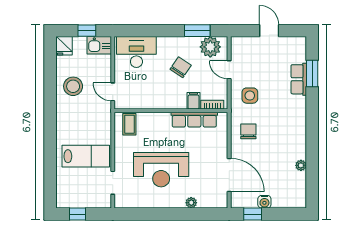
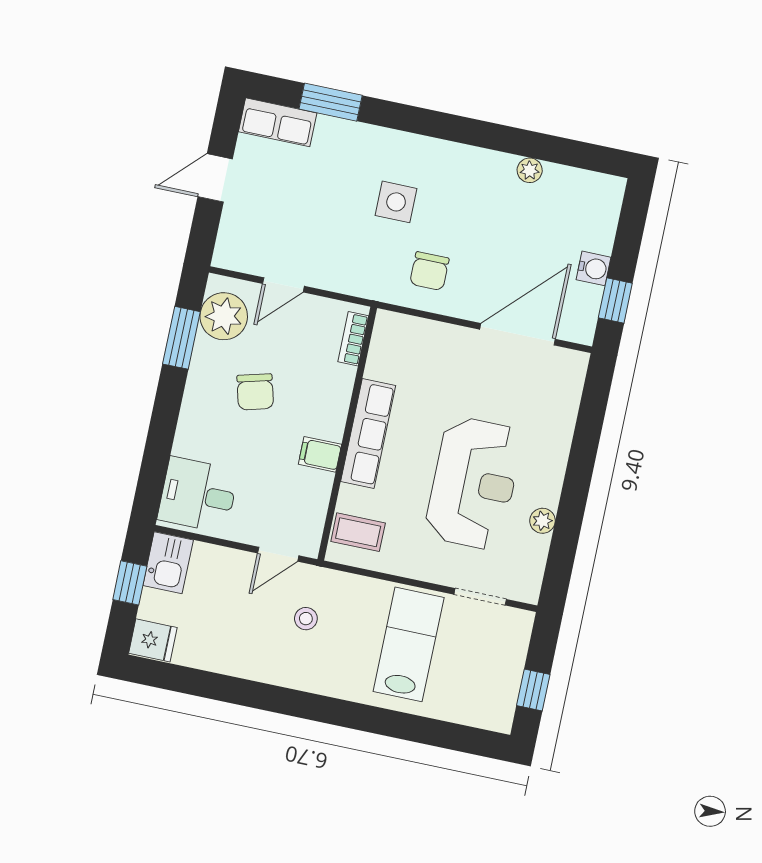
desk: (136, 52) -> (198, 495), width x0.73
chair: (181, 67) -> (255, 392), turned -139
row of seats: (299, 79) -> (278, 122), moved
stool: (73, 86) -> (306, 619), moved, width x0.53, depth x0.53
side table: (250, 96) -> (396, 202), moved
filing cabinet: (194, 101) -> (320, 454), moved
row of seats: (194, 120) -> (368, 433), moved
chair: (248, 131) -> (429, 271), turned -90
plant: (191, 203) -> (542, 521), moved

